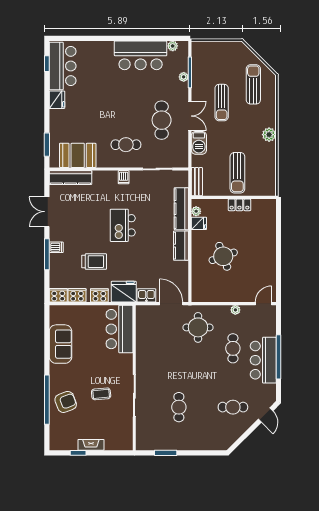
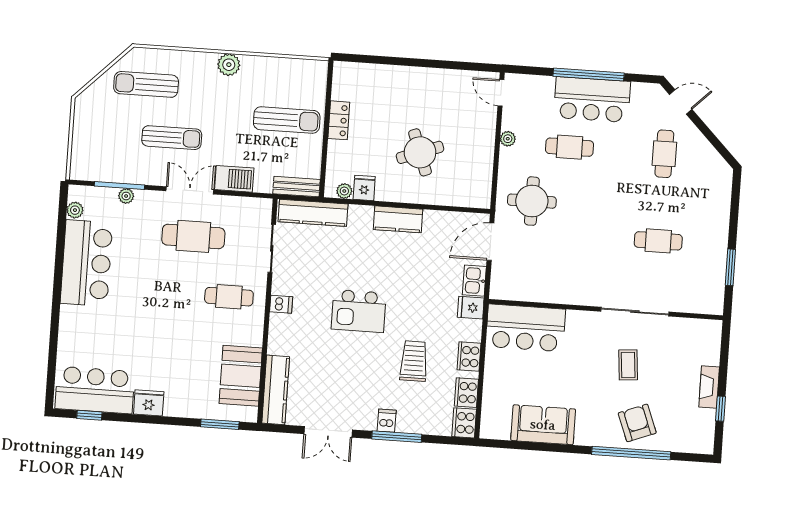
cafe table: (126, 145) -> (229, 297), turned 90
kitchen counter: (181, 209) -> (313, 213), moved
fridge: (124, 292) -> (471, 308), width x0.53, depth x0.75

